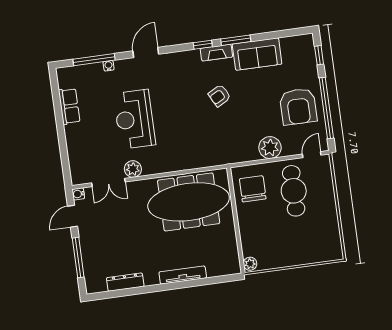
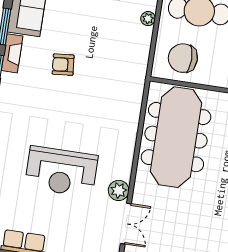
armchair: (219, 96) -> (63, 65), turned 113
plant: (270, 148) -> (148, 19), width x0.53, depth x0.53

